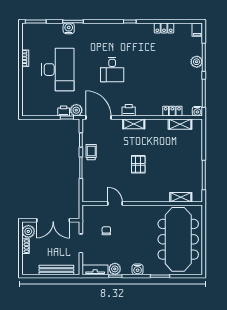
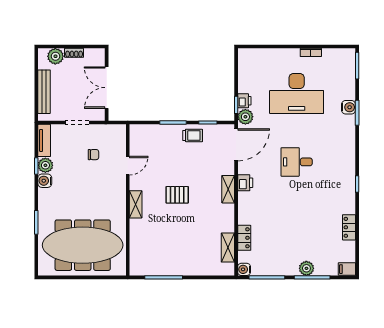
shelving: (181, 197) -> (136, 204), moved
plant: (28, 231) -> (55, 56), moved
water cooler: (138, 269) -> (45, 181), moved

